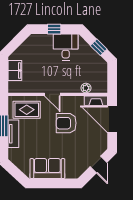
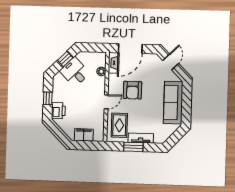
printer: (41, 41) -> (58, 111), added
desk: (66, 47) -> (75, 72), moved, turned 45
door: (99, 165) -> (171, 62), hinge flipped
sofa: (47, 169) -> (173, 103), width x1.36

